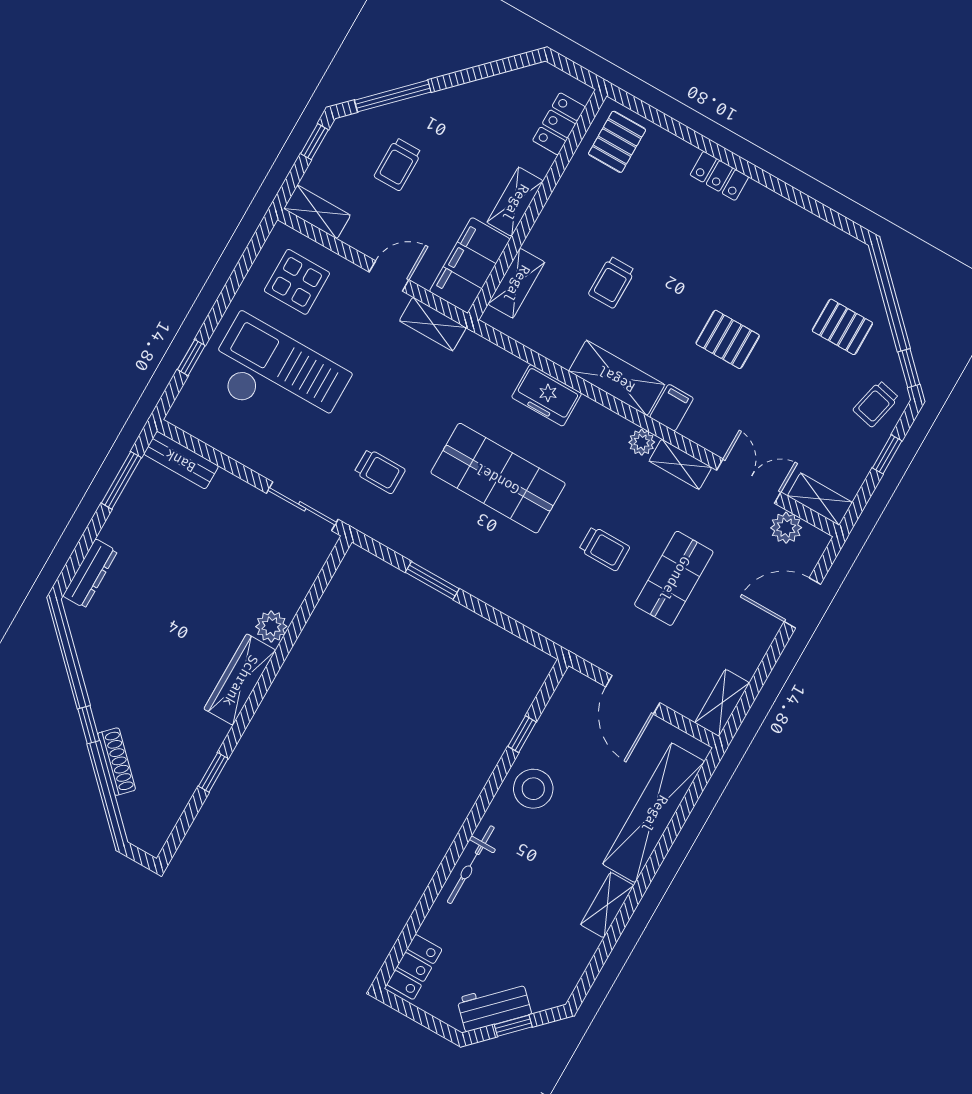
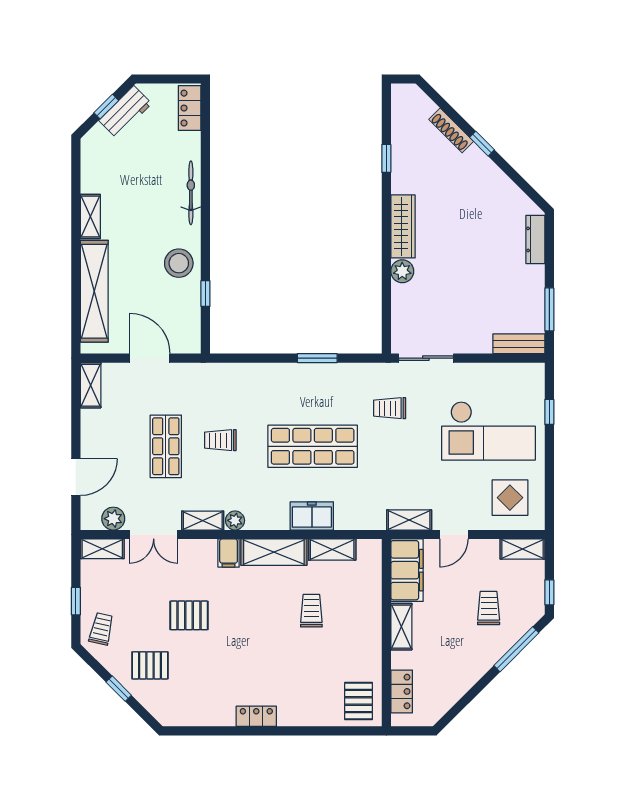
locker: (719, 176) -> (256, 716), moved
shelving: (516, 283) -> (332, 550), moved, turned 90
pallet: (728, 339) -> (189, 615), moved
window: (909, 368) -> (119, 689), moved

